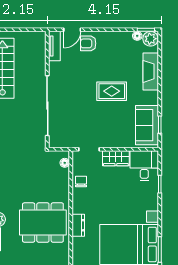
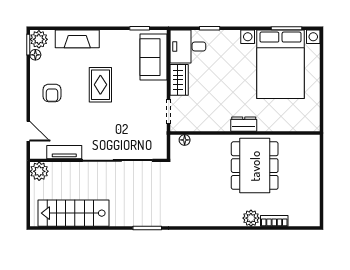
plant: (38, 39) -> (39, 171), added
armchair: (88, 43) -> (52, 93), moved
tv unit: (54, 46) -> (64, 152), moved
sofa: (147, 125) -> (154, 57), moved, turned 90
chair: (81, 181) -> (206, 121), removed
dresser: (78, 225) -> (244, 124), moved

